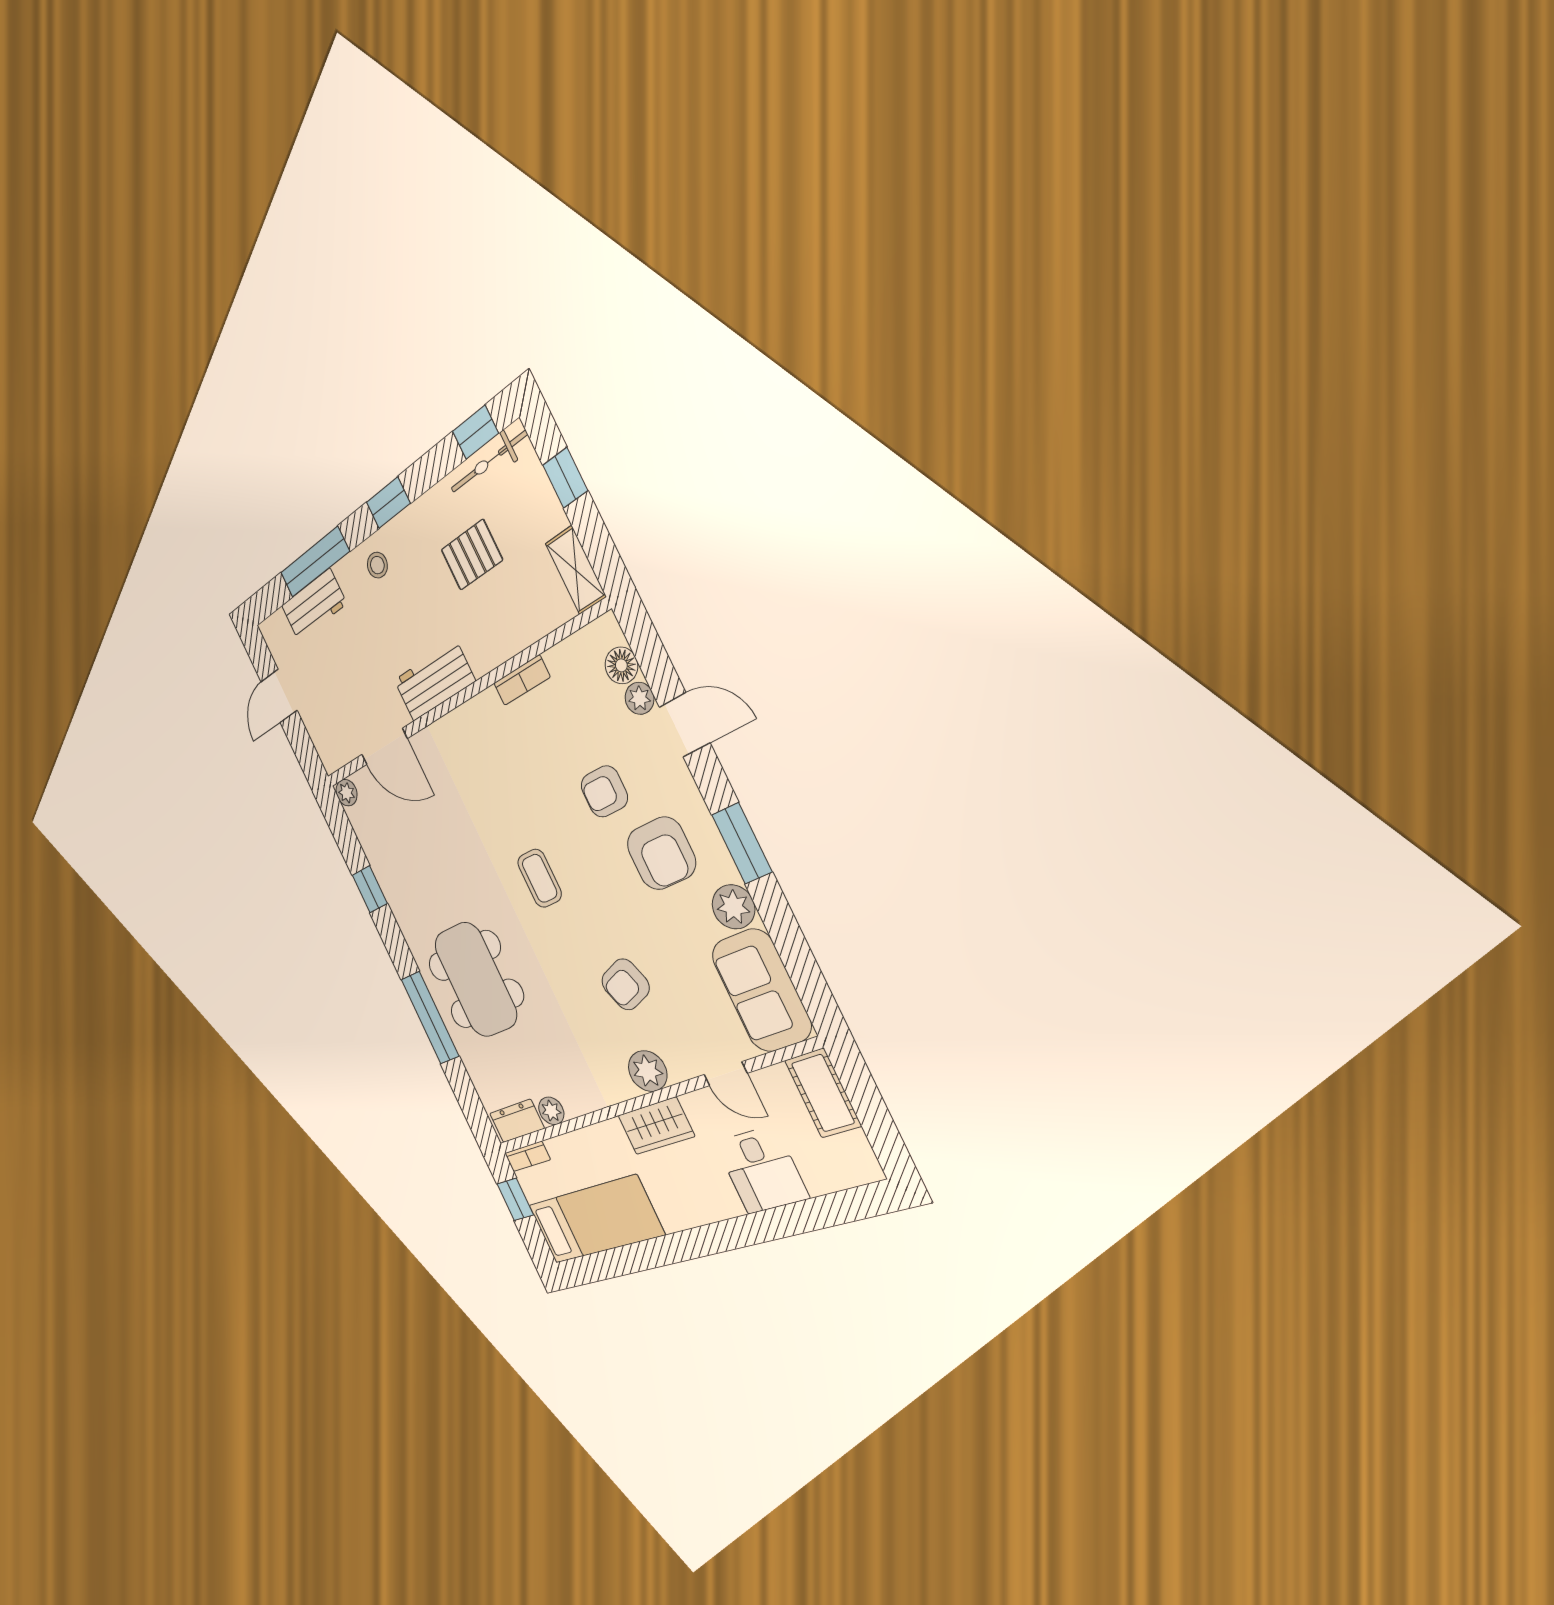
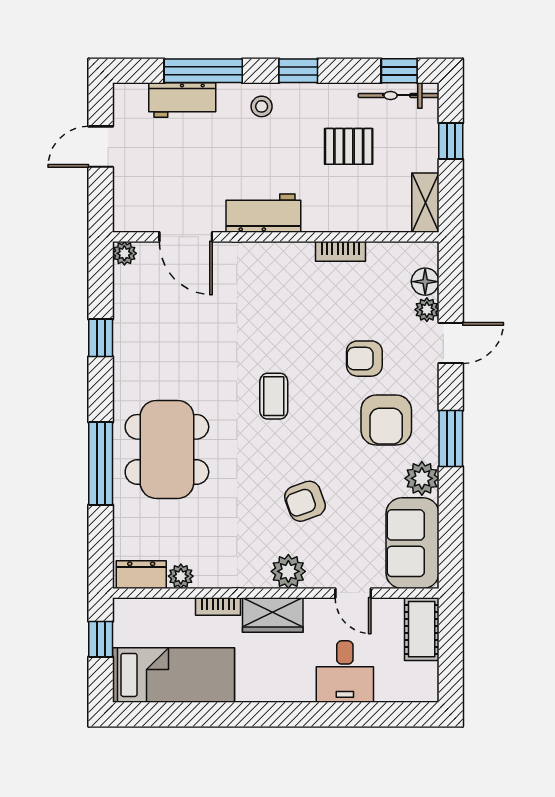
door: (685, 725) -> (451, 343), hinge flipped
bookcase: (527, 1156) -> (218, 607), moved

